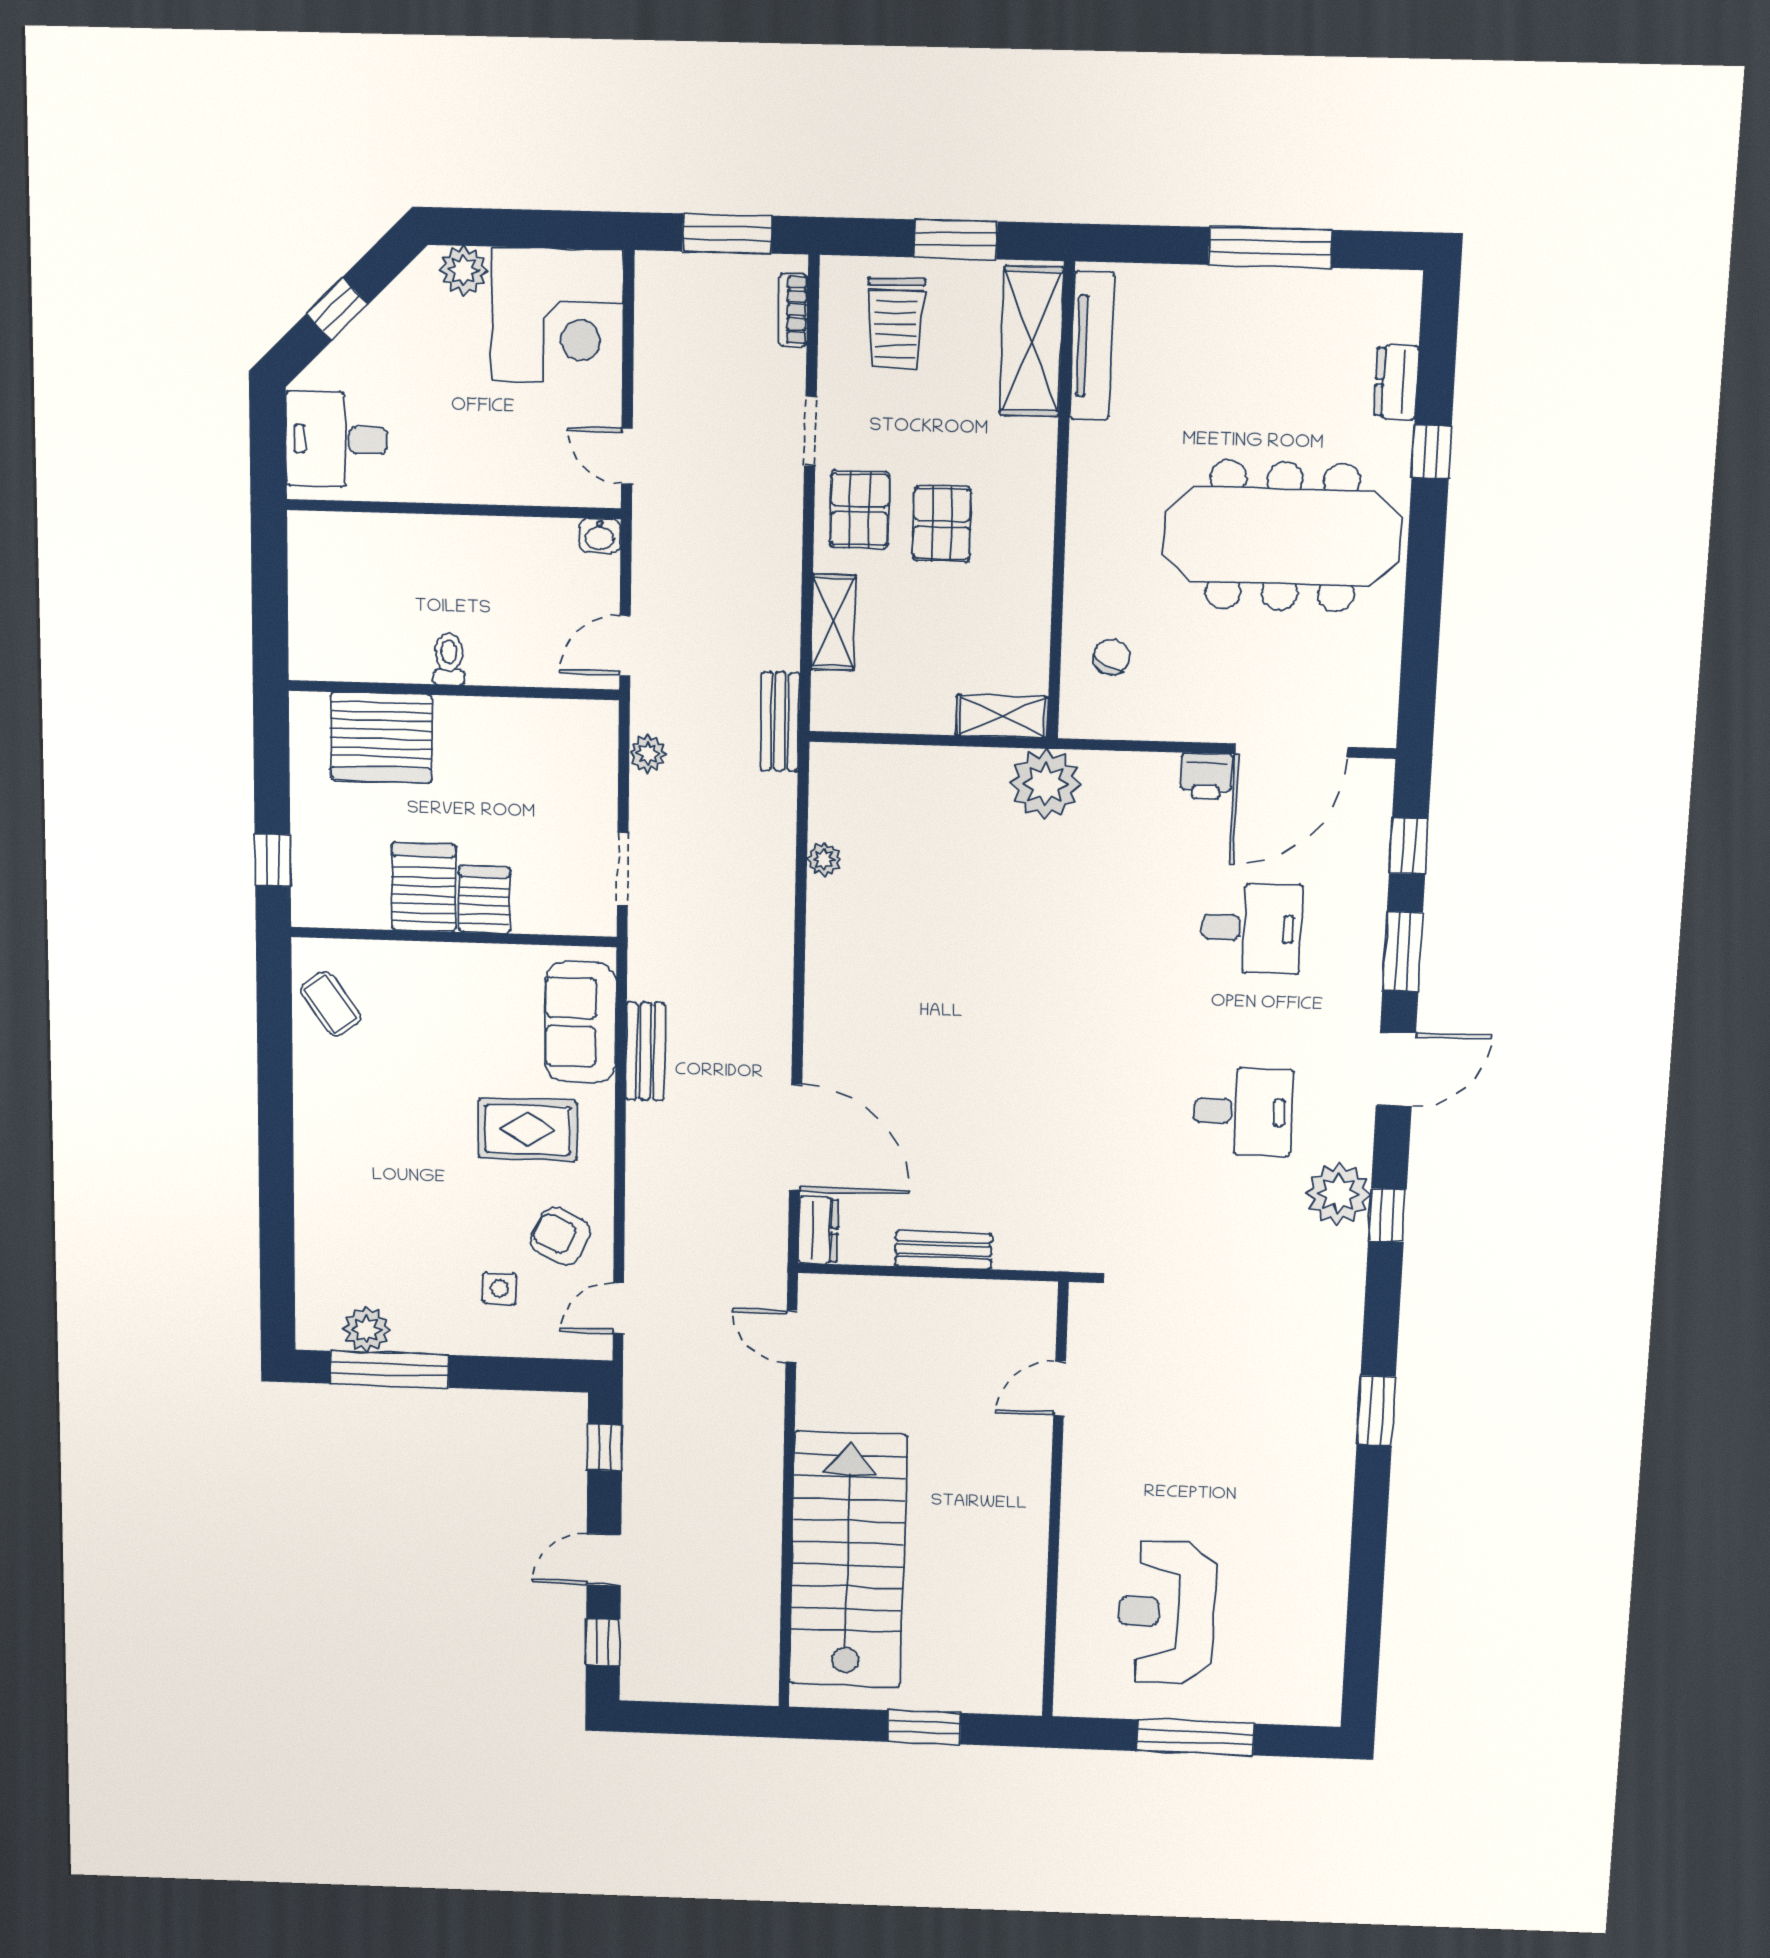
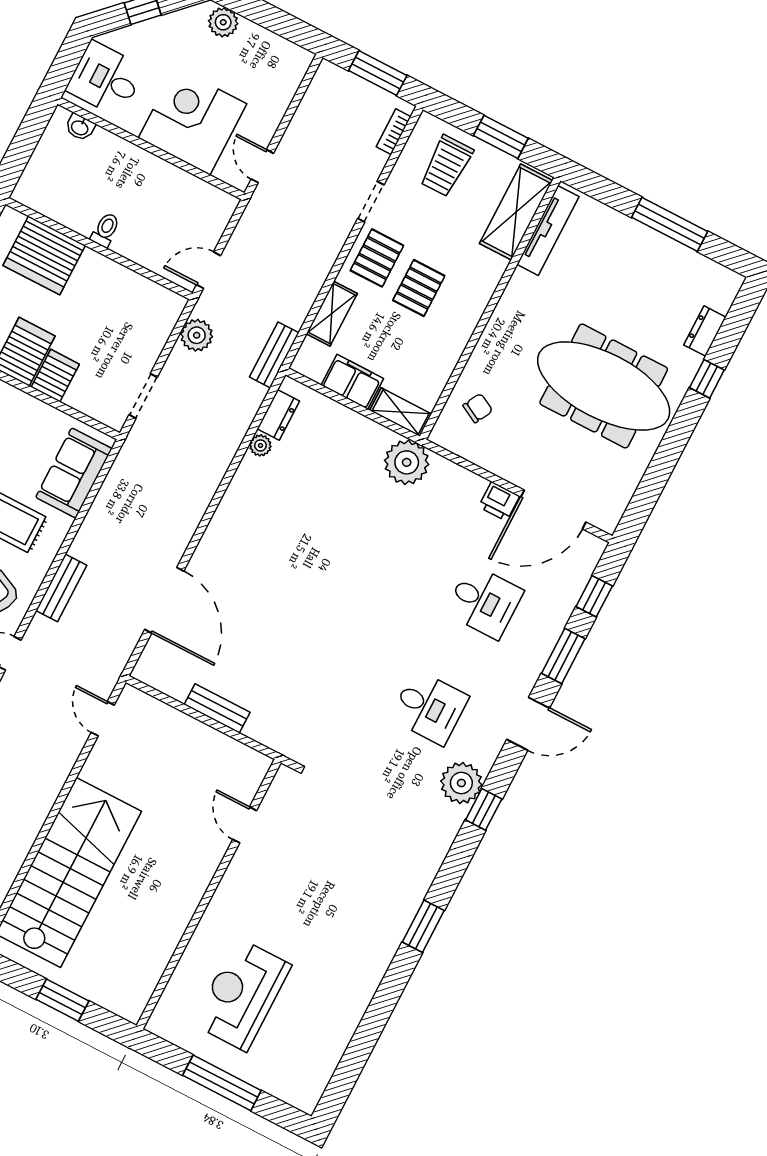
corner desk: (557, 315) -> (193, 121), moved, turned 180
washbasin: (600, 536) -> (80, 127), moved
filing cabinet: (911, 706) -> (352, 382), added
plant: (648, 754) -> (197, 335), width x1.38, depth x1.38
bench: (645, 1051) -> (61, 588), moved
dresser: (818, 1230) -> (278, 415), moved
door: (1060, 1388) -> (245, 825), hinge flipped

